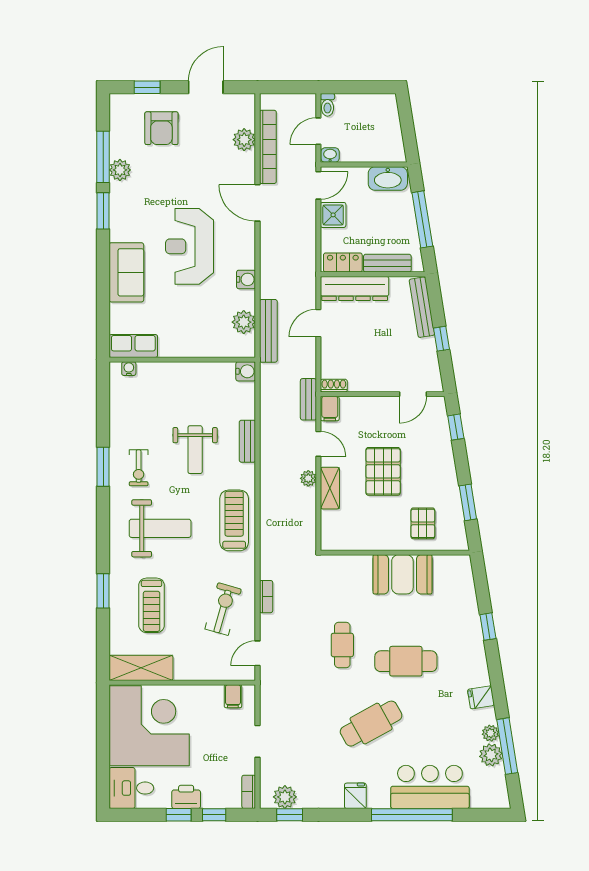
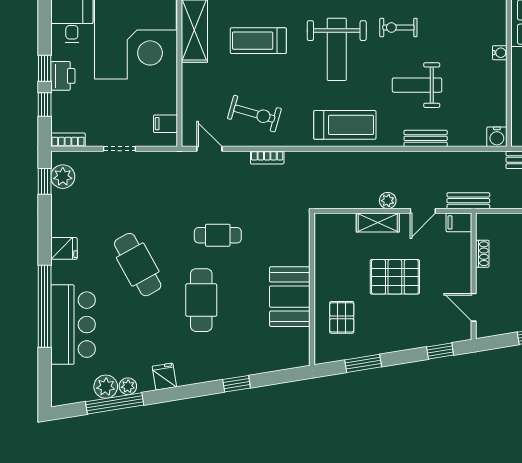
water cooler: (129, 369) -> (500, 53), moved
shoe rack: (334, 386) -> (482, 254), moved
pallet: (423, 523) -> (342, 317), turned 90

